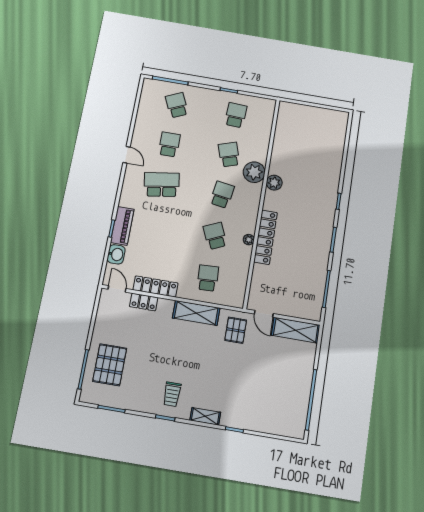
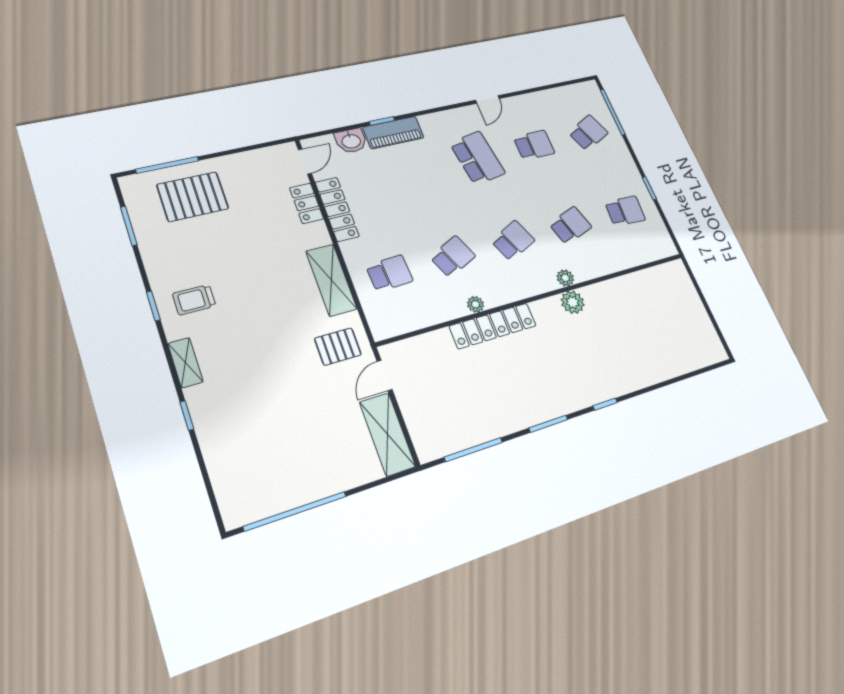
plant: (254, 172) -> (565, 278), width x0.53, depth x0.53
school desk: (222, 195) -> (513, 241), turned -33

